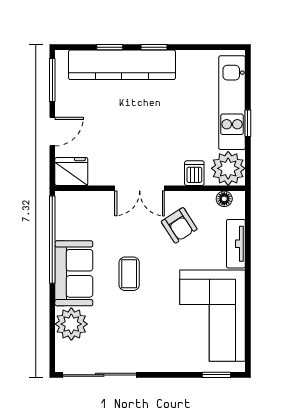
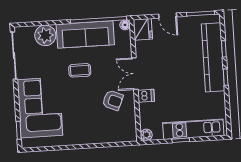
plant: (228, 168) -> (146, 135), width x0.53, depth x0.53
dishwasher: (194, 173) -> (146, 96), moved
floor lamp: (224, 199) -> (125, 25), moved
armchair: (179, 225) -> (113, 100), turned -124
tv unit: (236, 244) -> (103, 137), removed
sofa: (74, 273) -> (85, 34), width x1.36
corner sofa: (213, 316) -> (40, 108), moved, turned 90

